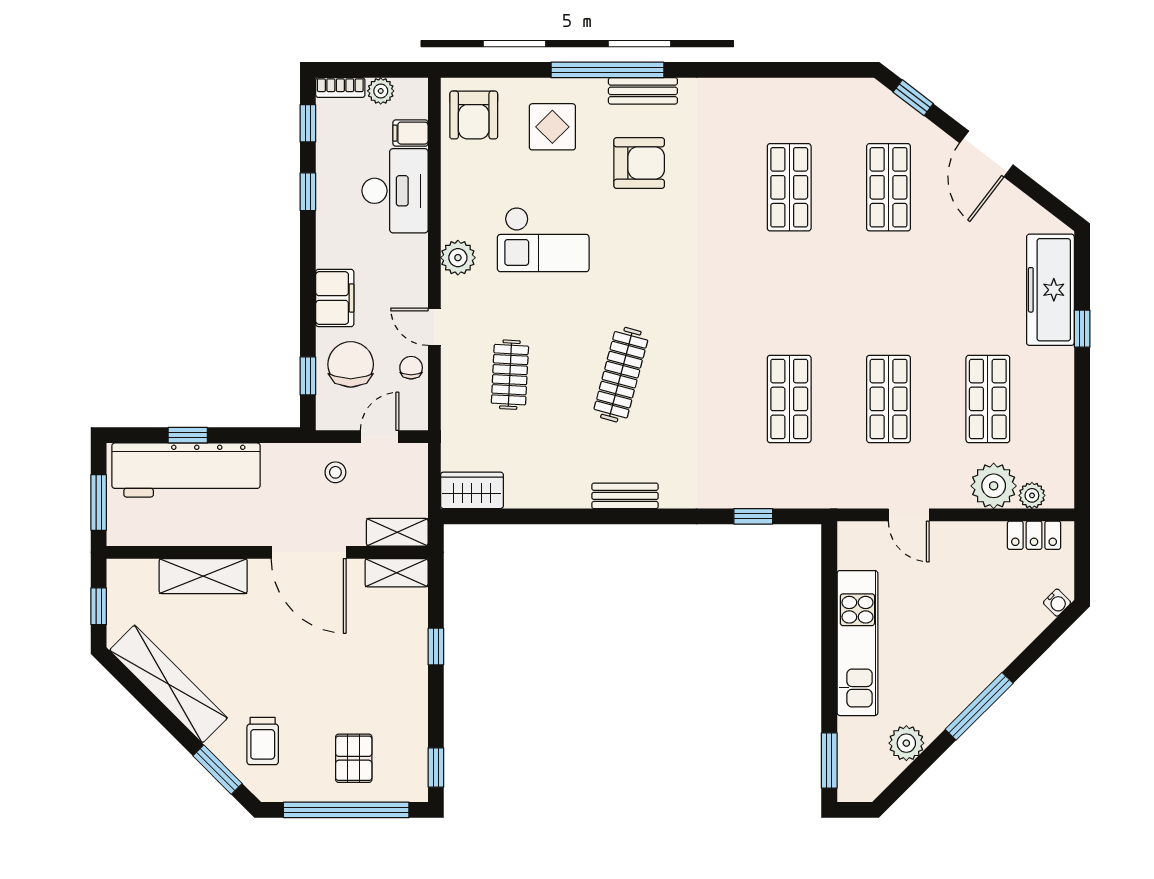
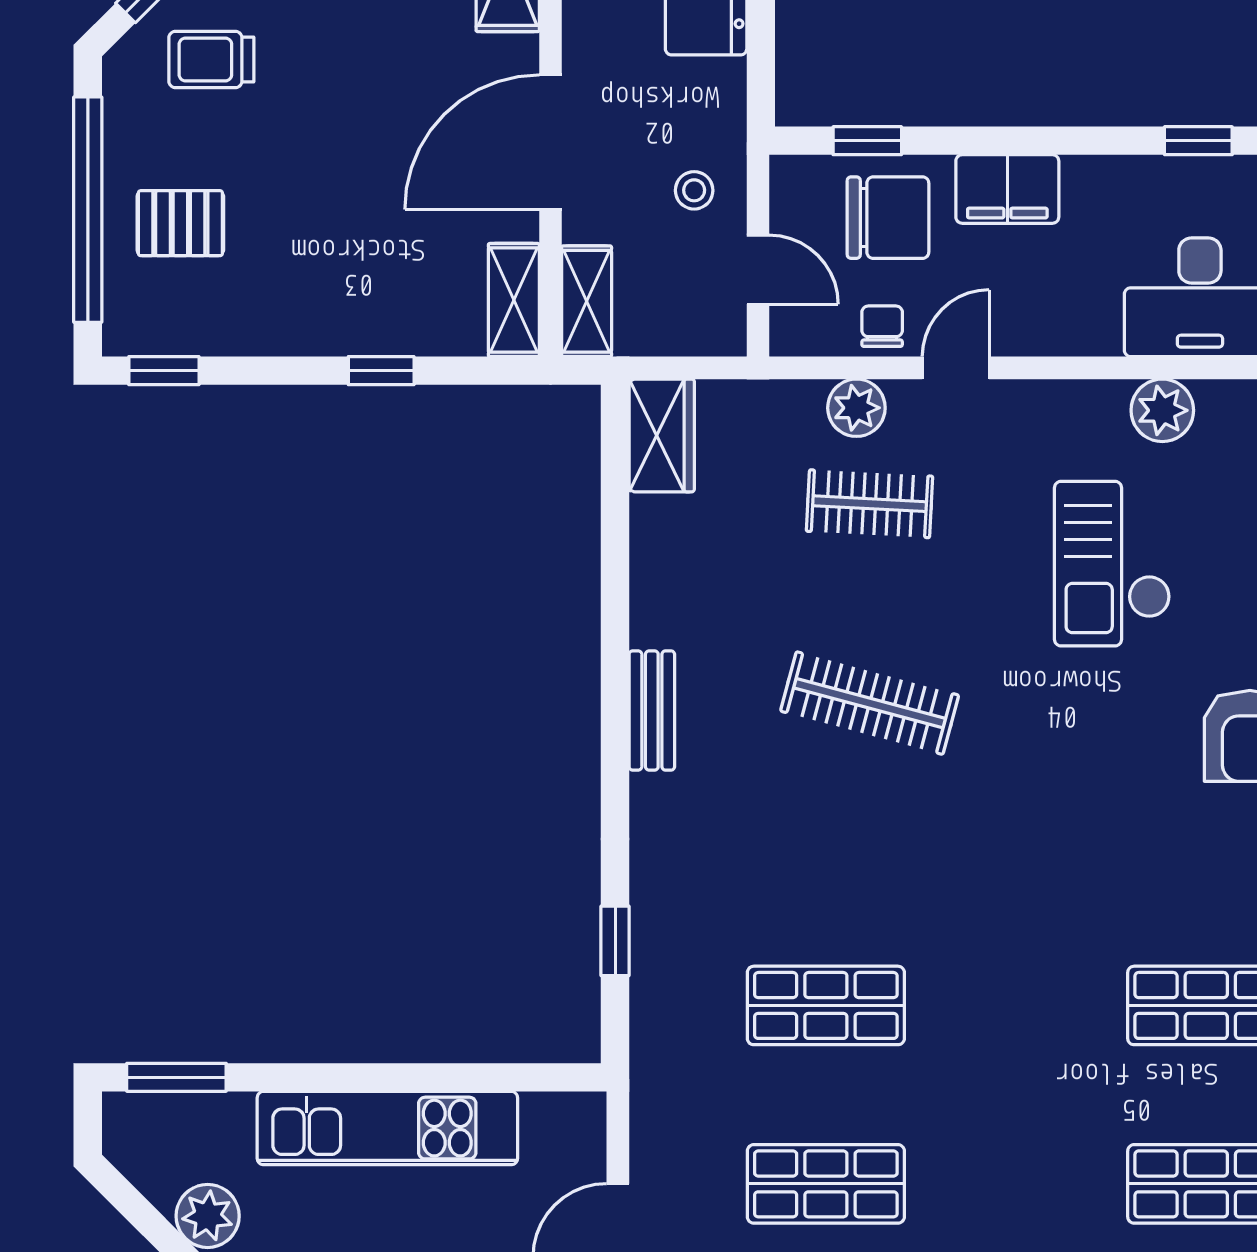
plant: (458, 258) -> (1162, 410), moved
chair: (411, 368) -> (882, 326), turned -90
plant: (456, 382) -> (856, 408), added

